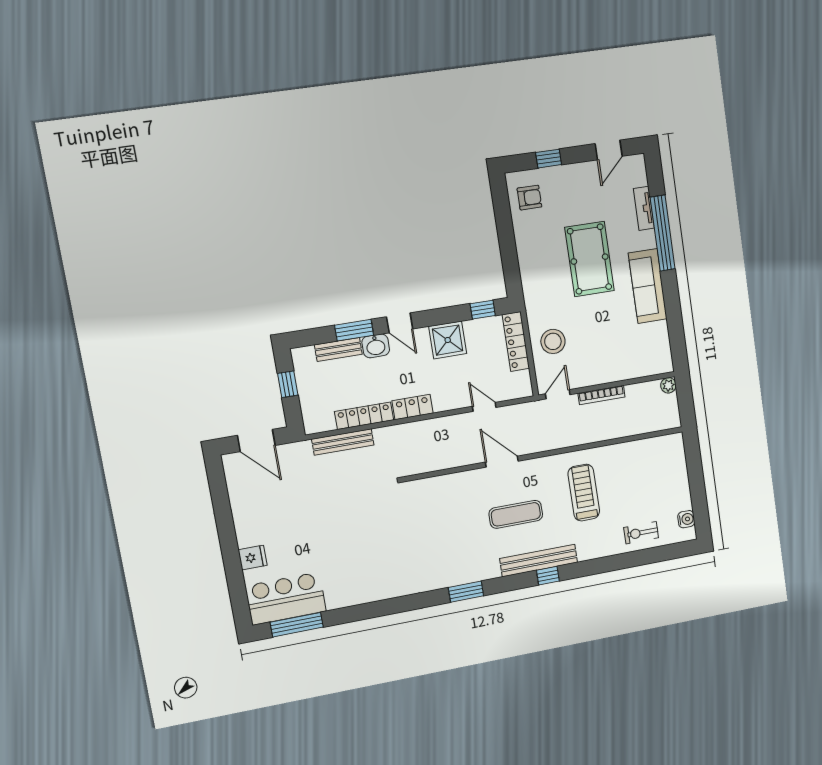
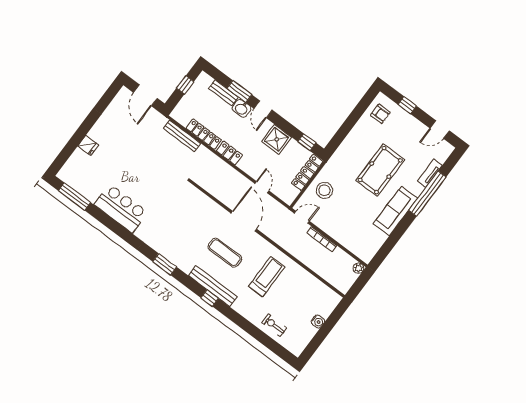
door: (502, 462) -> (244, 221), width x1.36
water cooler: (686, 519) -> (318, 322), moved
bar counter: (286, 599) -> (121, 208), moved

